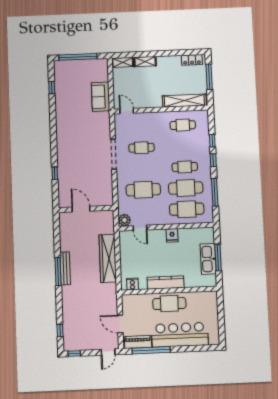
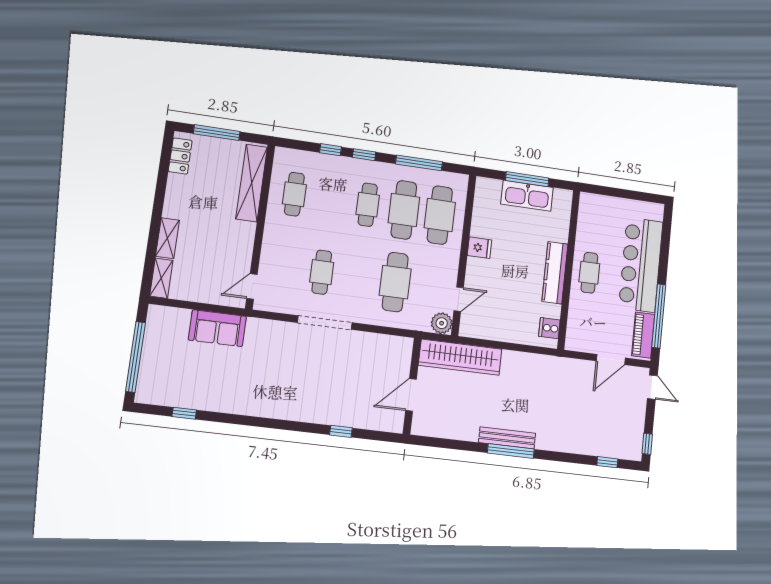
wardrobe: (108, 258) -> (460, 357), moved
cafe table: (169, 304) -> (589, 273), width x0.73, depth x0.74

